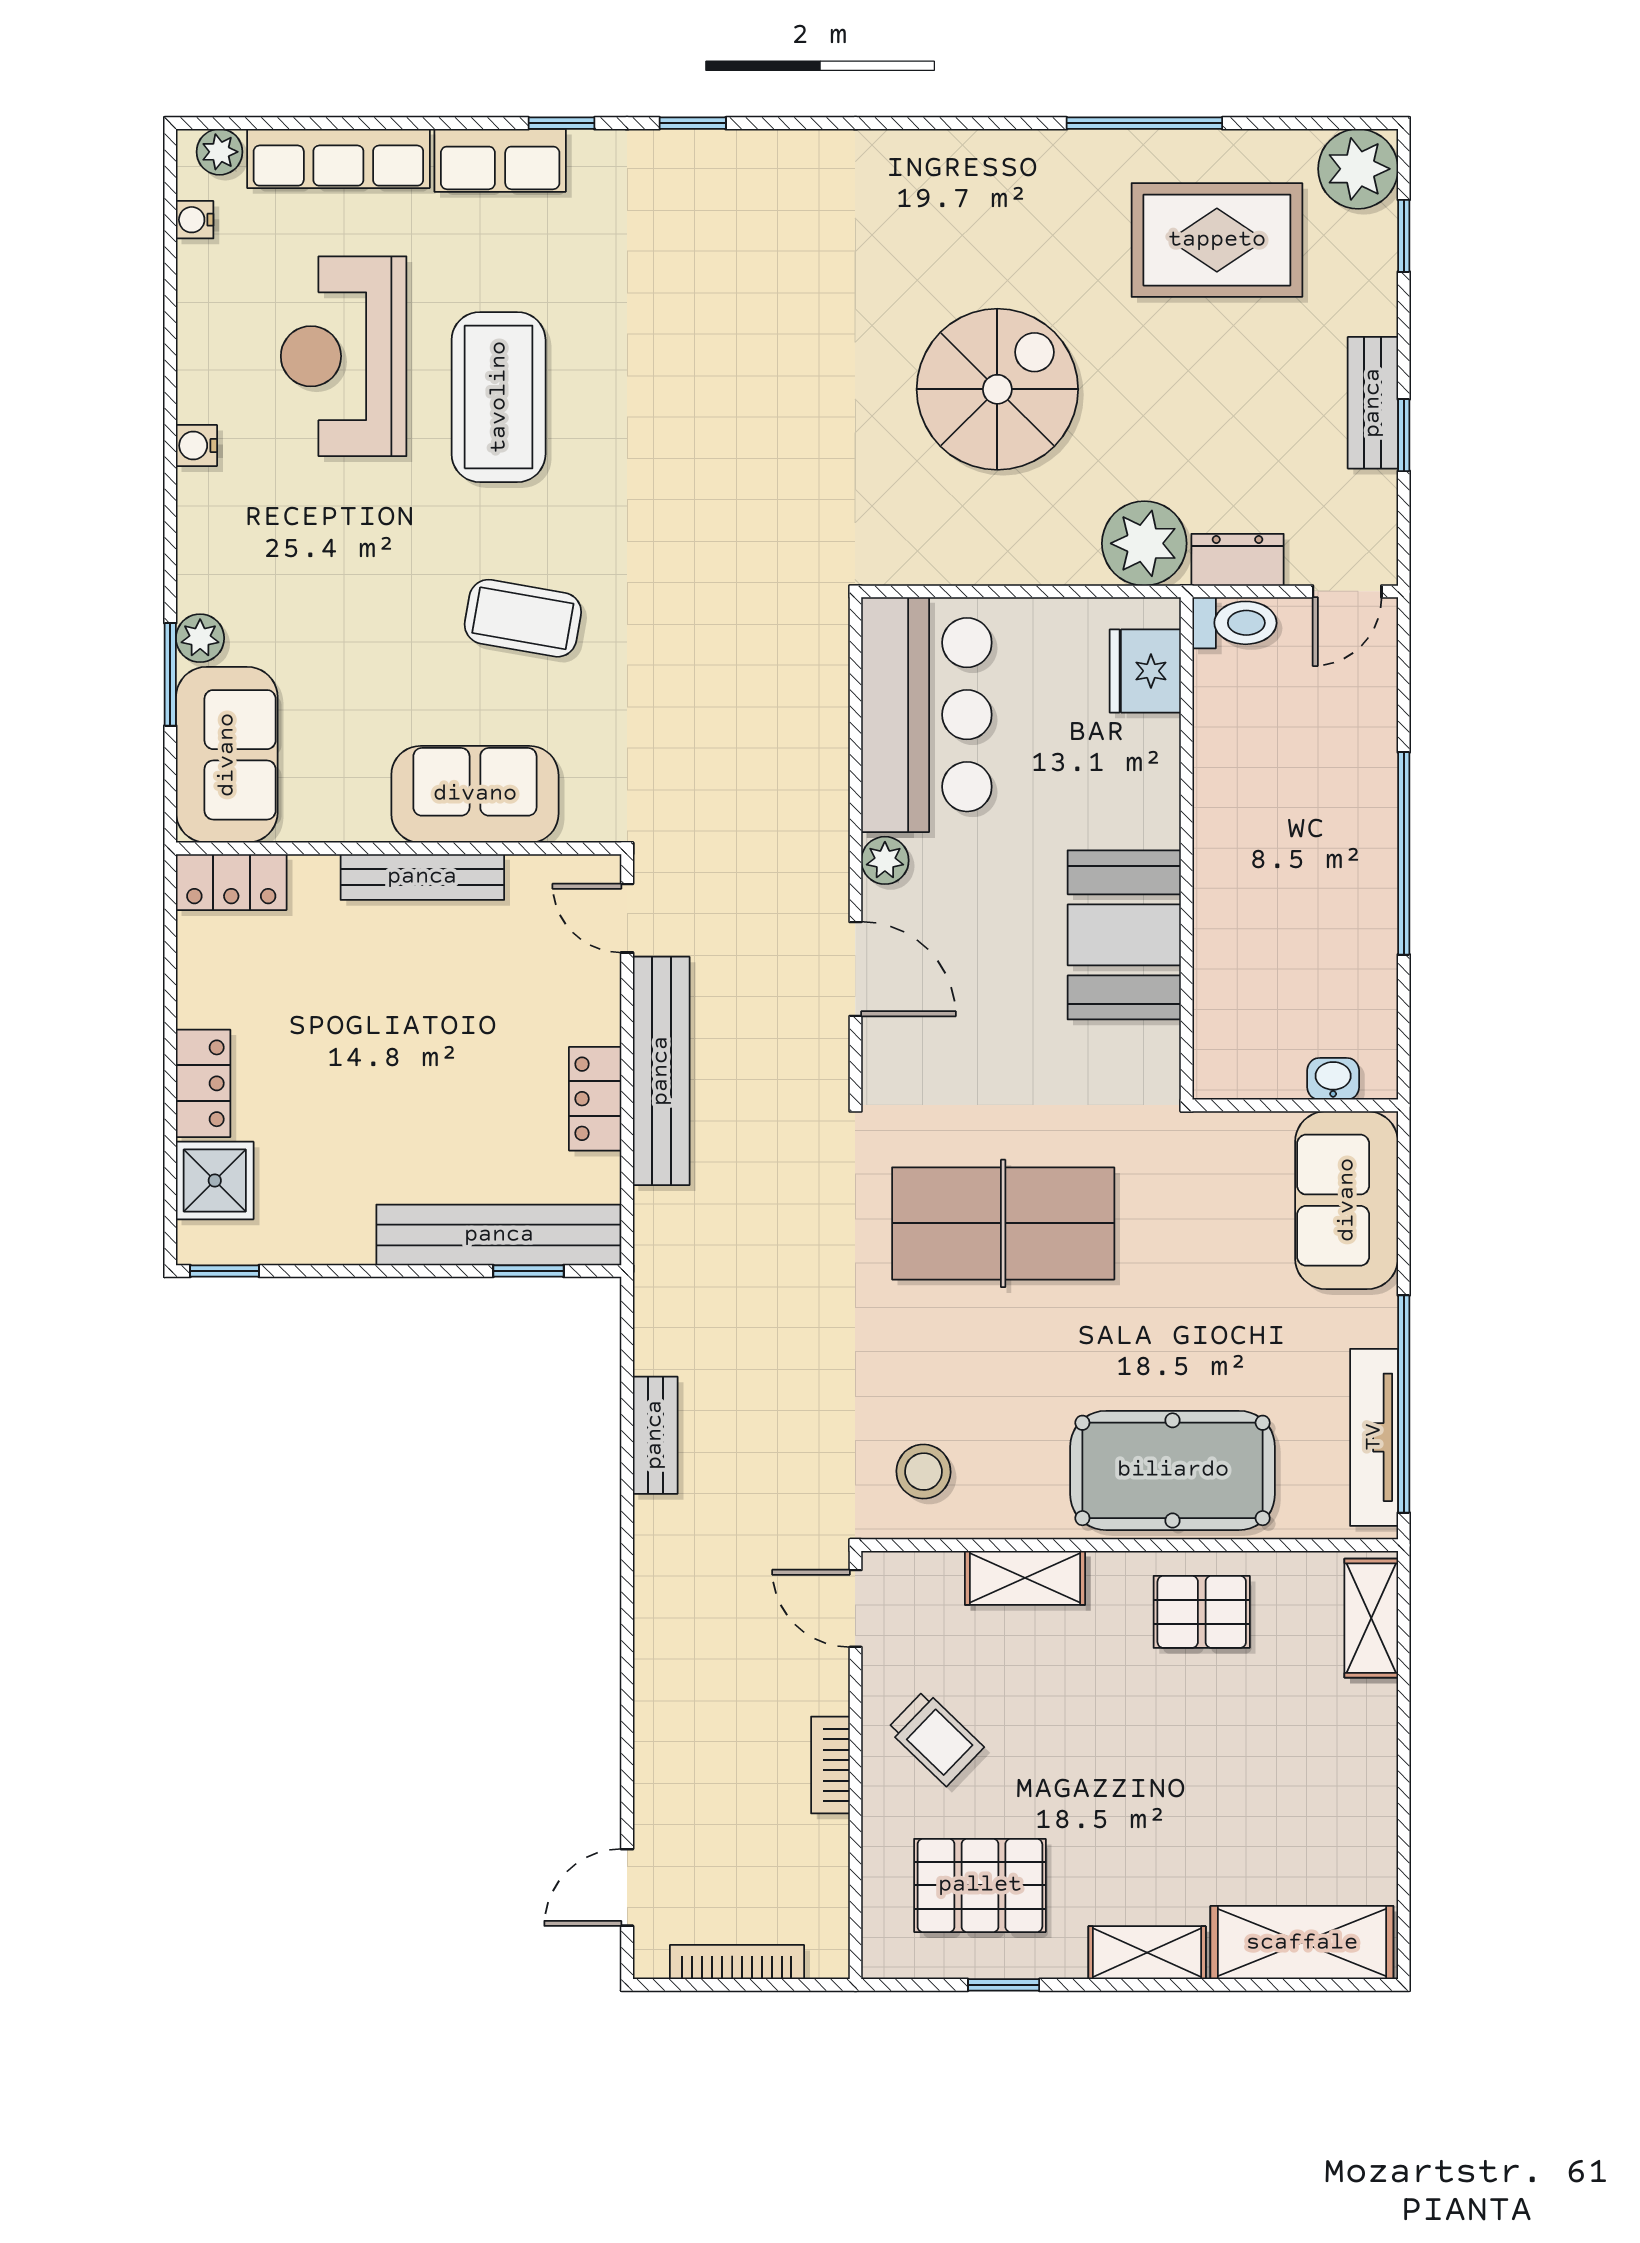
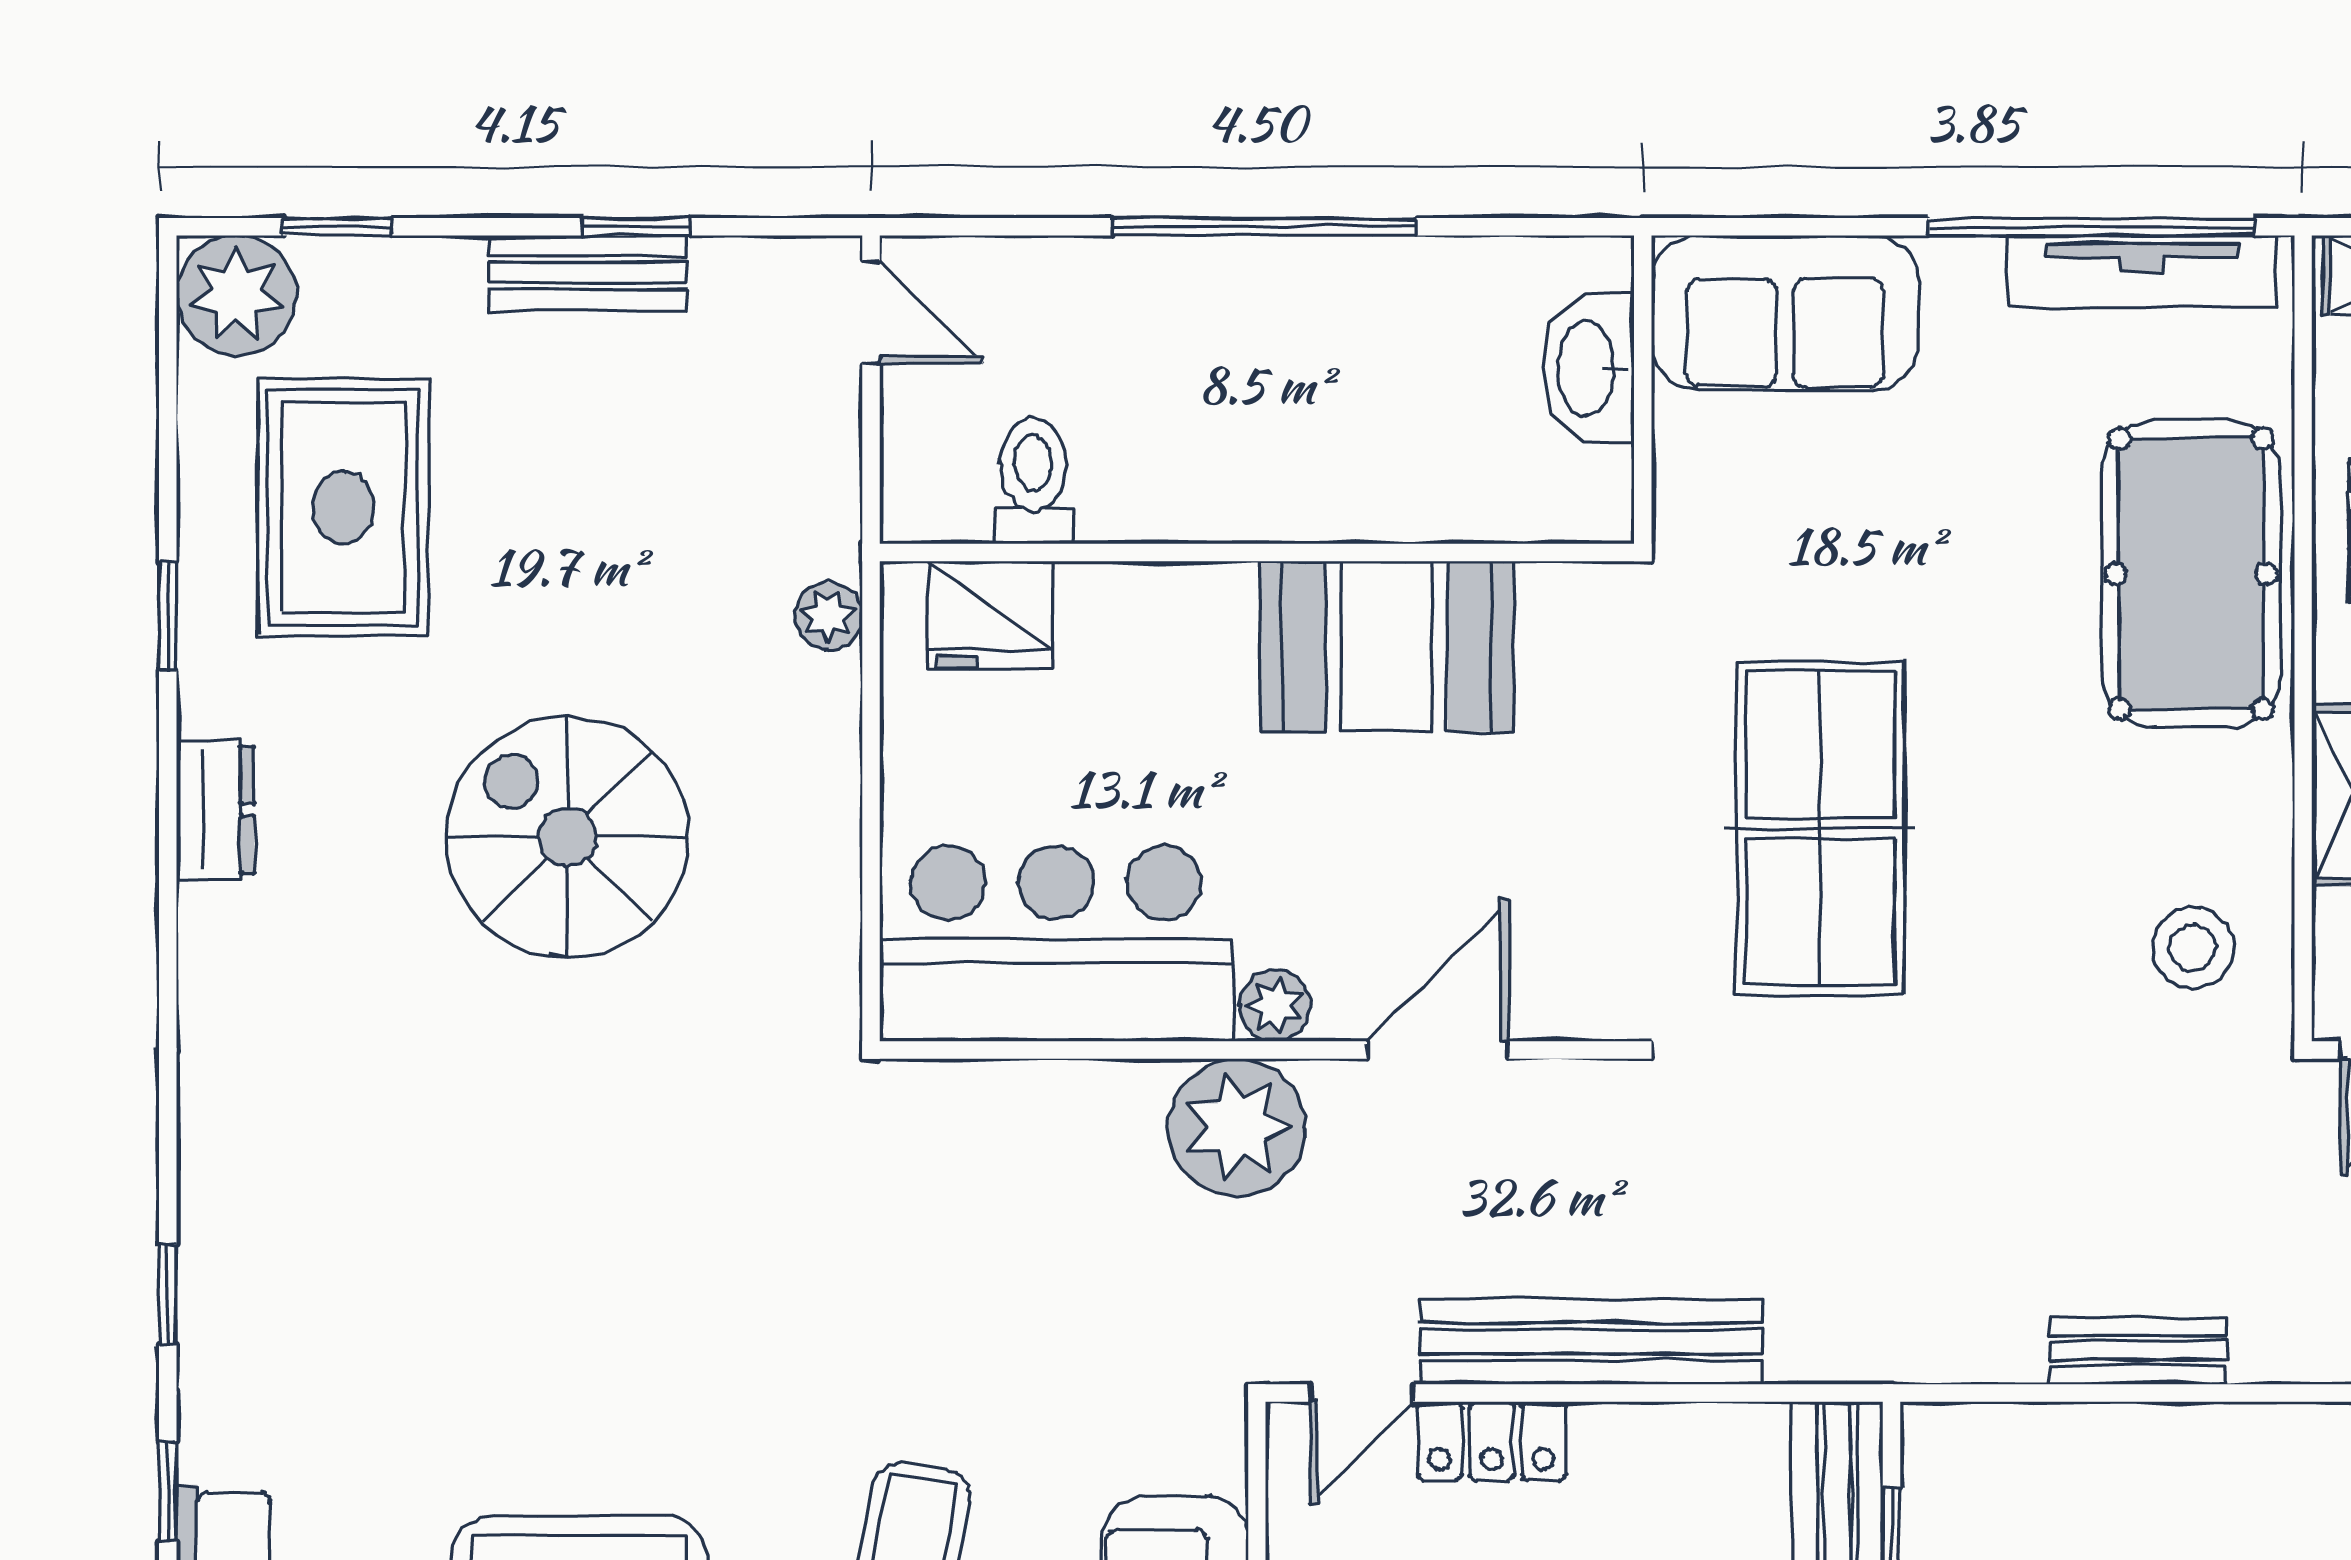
window: (1144, 123) -> (168, 616), width x0.46
plant: (1144, 543) -> (828, 616), width x0.53, depth x0.53
dresser: (1237, 560) -> (215, 810), moved, turned 180
toilet: (1235, 623) -> (1033, 481), moved
plant: (804, 835) -> (1237, 1127), added
washbasin: (1333, 1079) -> (1589, 368), width x1.91, depth x1.45
locker: (595, 1099) -> (1492, 1441), moved

